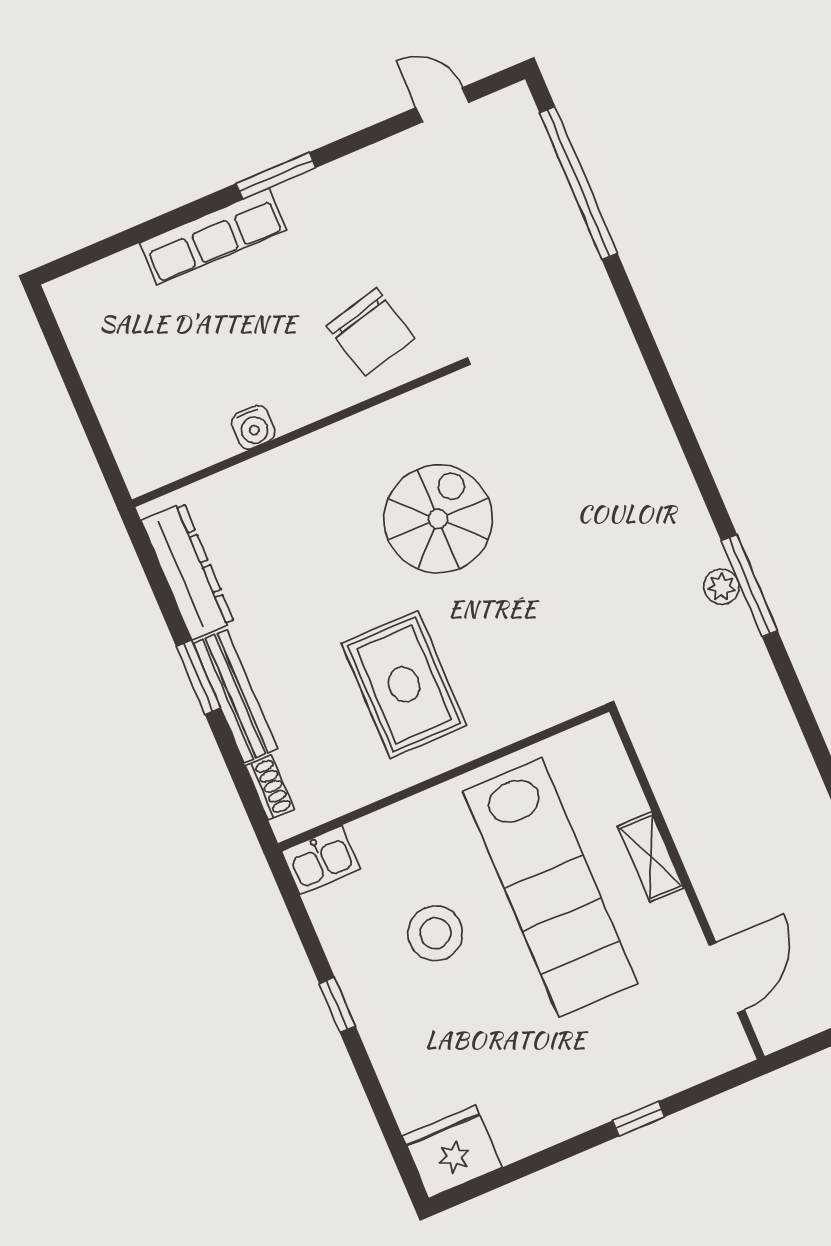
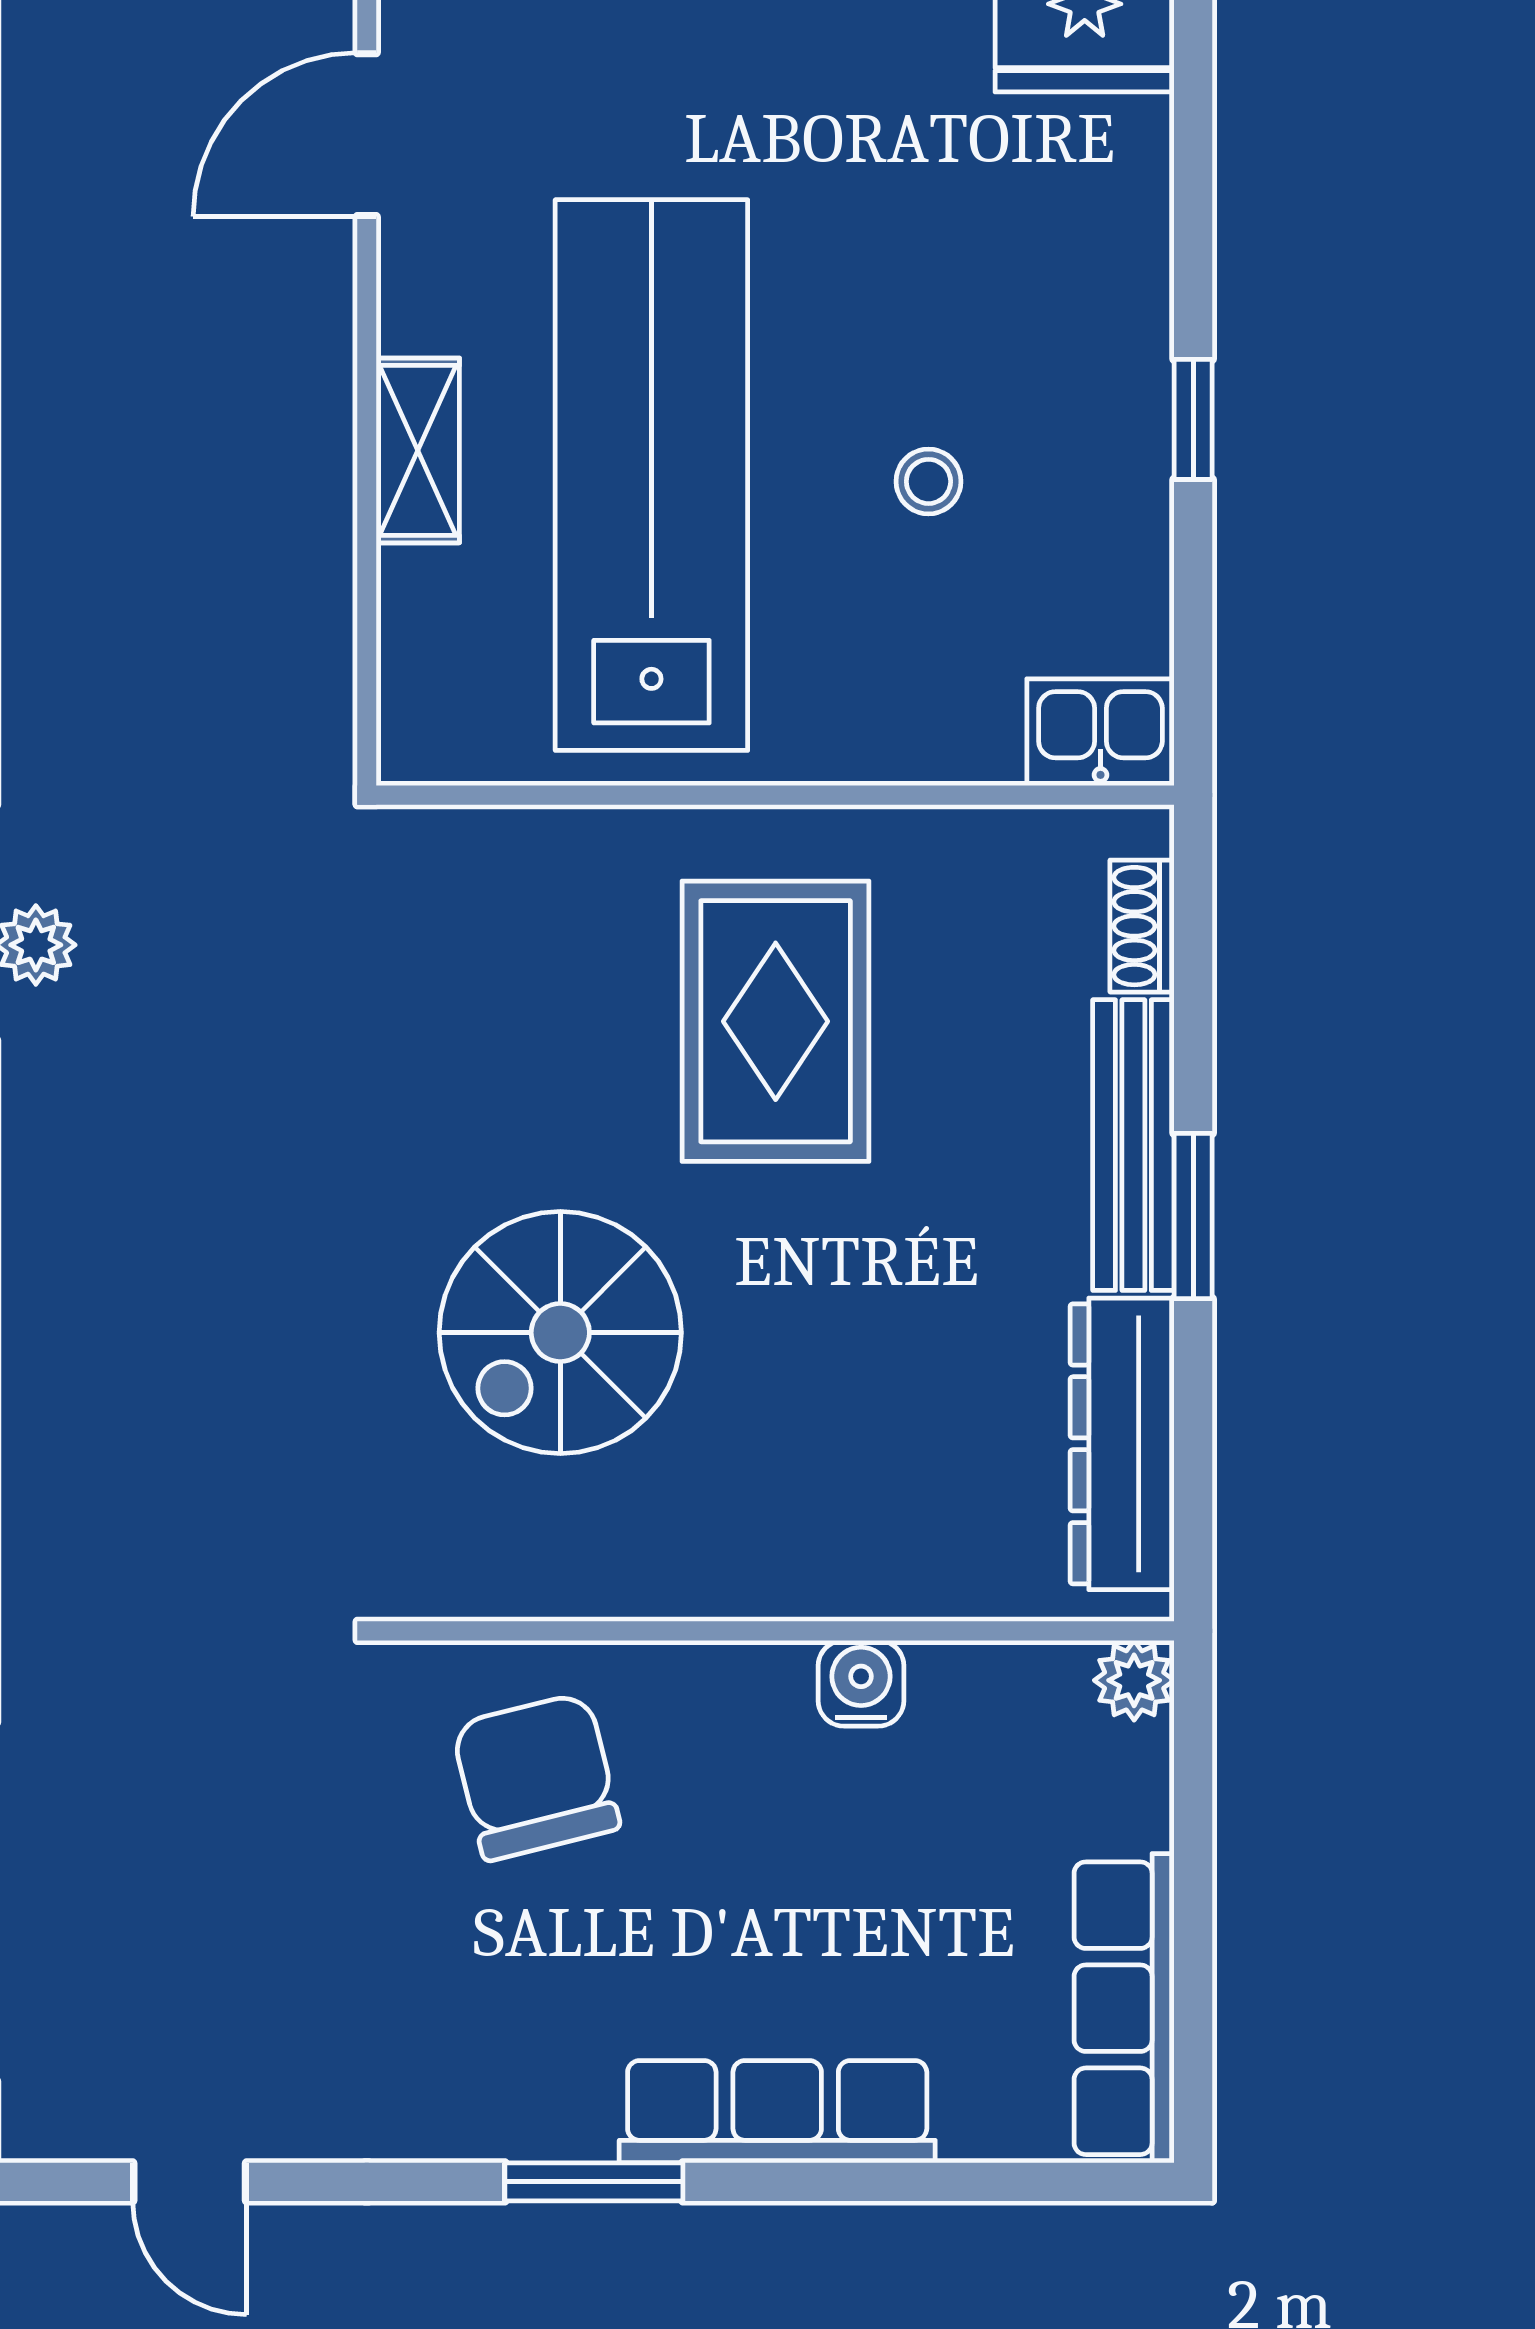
row of seats: (88, 339) -> (1124, 2008), added
plant: (141, 476) -> (1134, 1680), added
stool: (435, 933) -> (928, 481), width x0.53, depth x0.53

